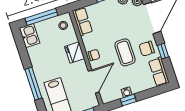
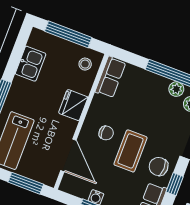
kitchen sink: (29, 36) -> (31, 64), moved
chair: (94, 55) -> (106, 133), moved
door: (94, 82) -> (68, 155), hinge flipped

